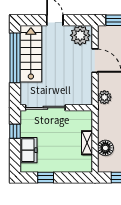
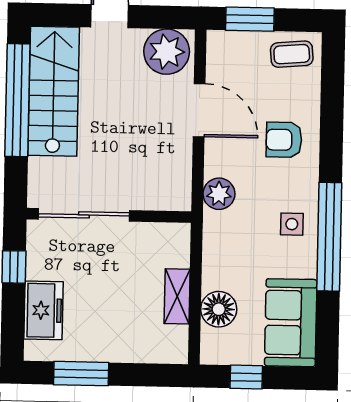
window: (46, 178) -> (81, 374), width x1.50

